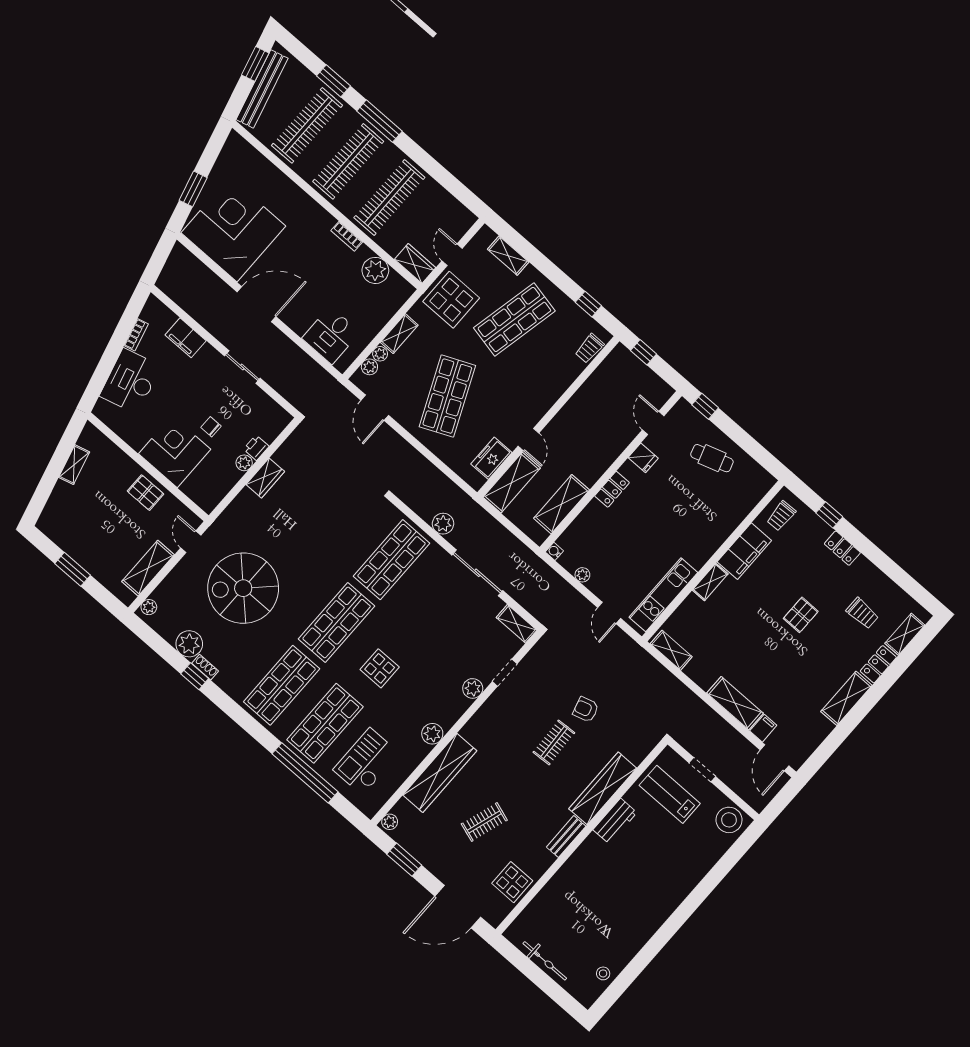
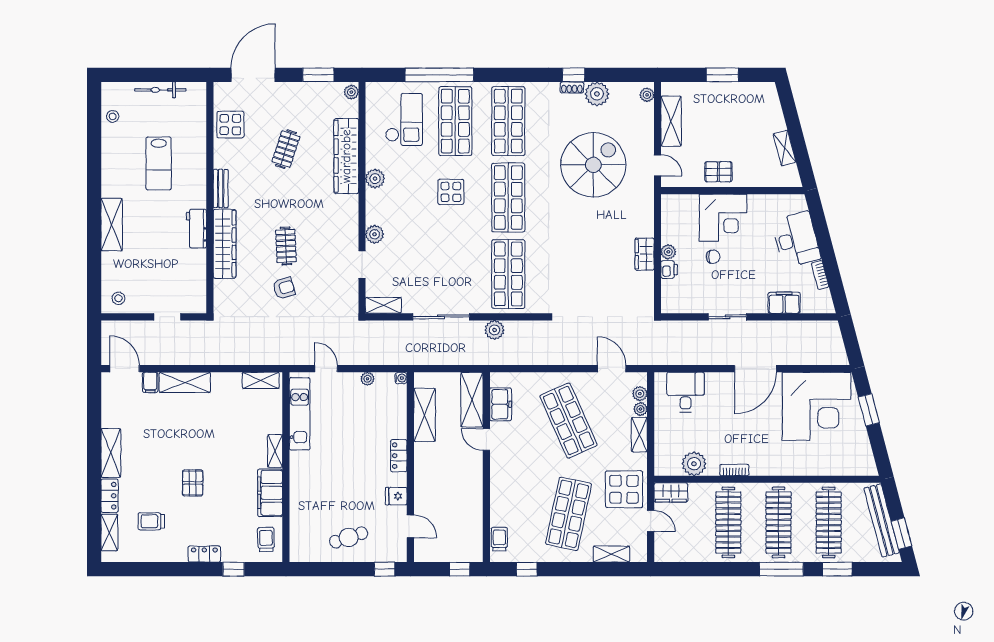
lab bench: (670, 794) -> (159, 163), moved, turned 90
stool: (729, 820) -> (118, 298), width x0.53, depth x0.53
shelving: (682, 885) -> (112, 225), added

